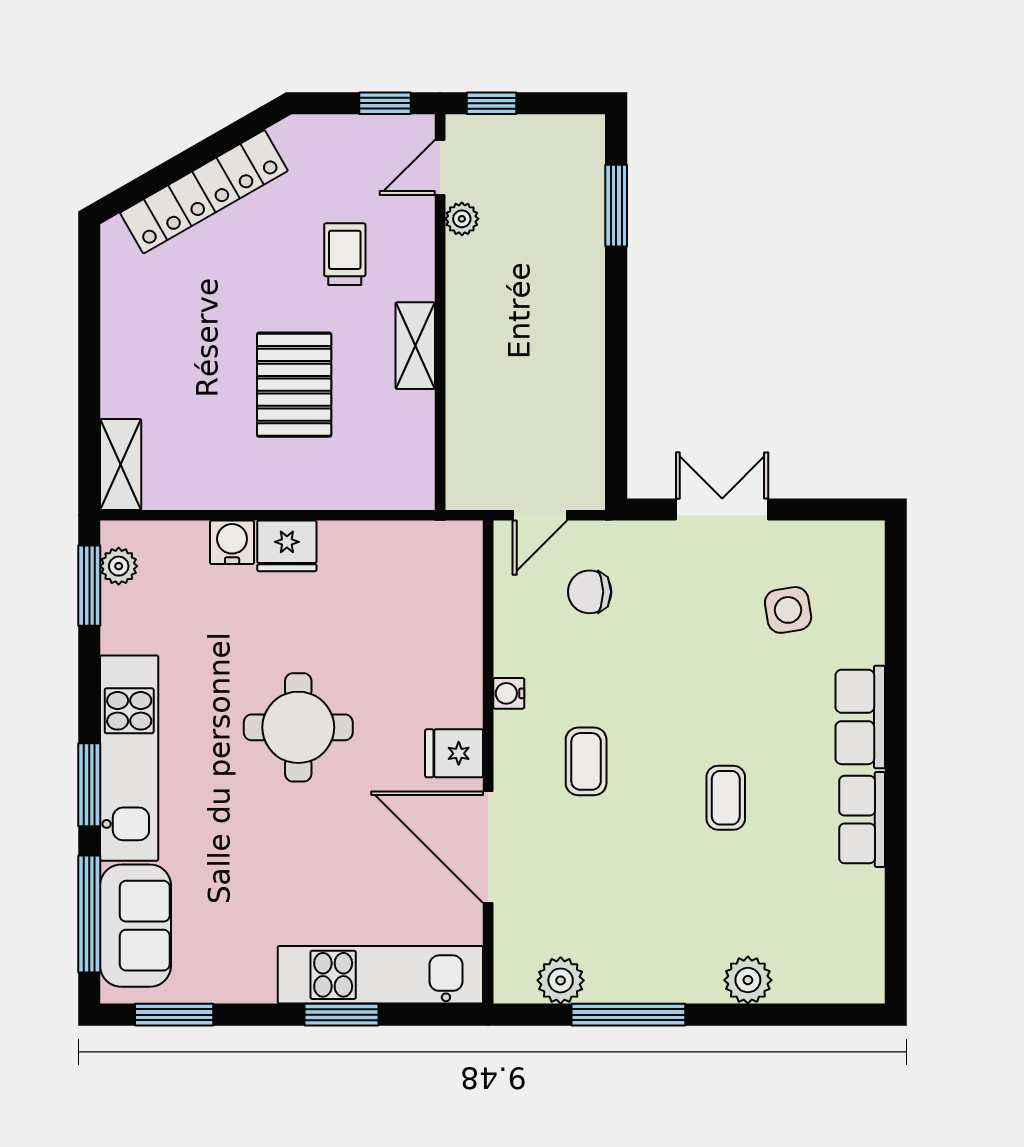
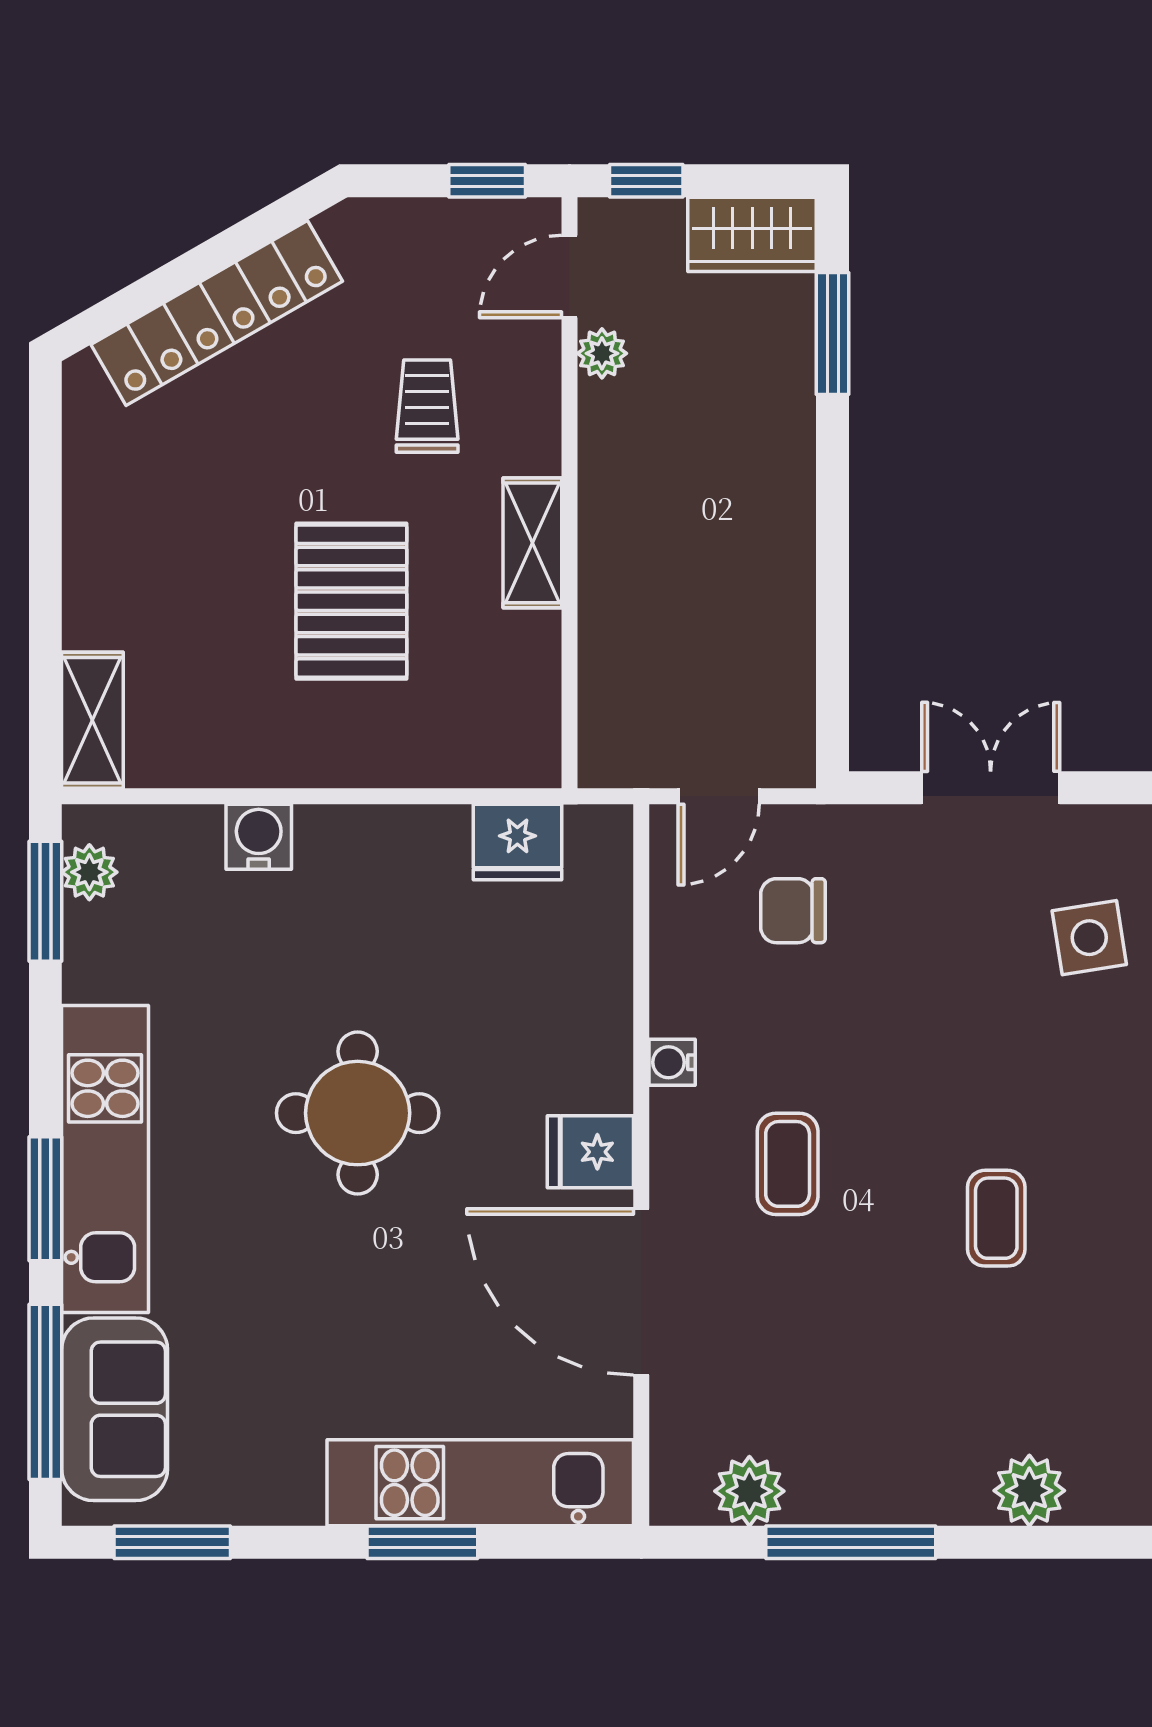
wardrobe: (562, 139) -> (752, 234), added
fridge: (287, 546) -> (517, 842), moved

